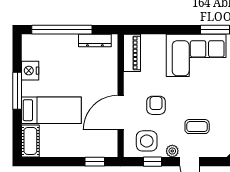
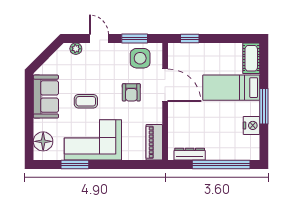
door: (121, 113) -> (165, 85), hinge flipped
coffee table: (197, 127) -> (86, 101), moved
plant: (172, 151) -> (76, 49), moved
window: (152, 162) -> (135, 39), width x1.50

